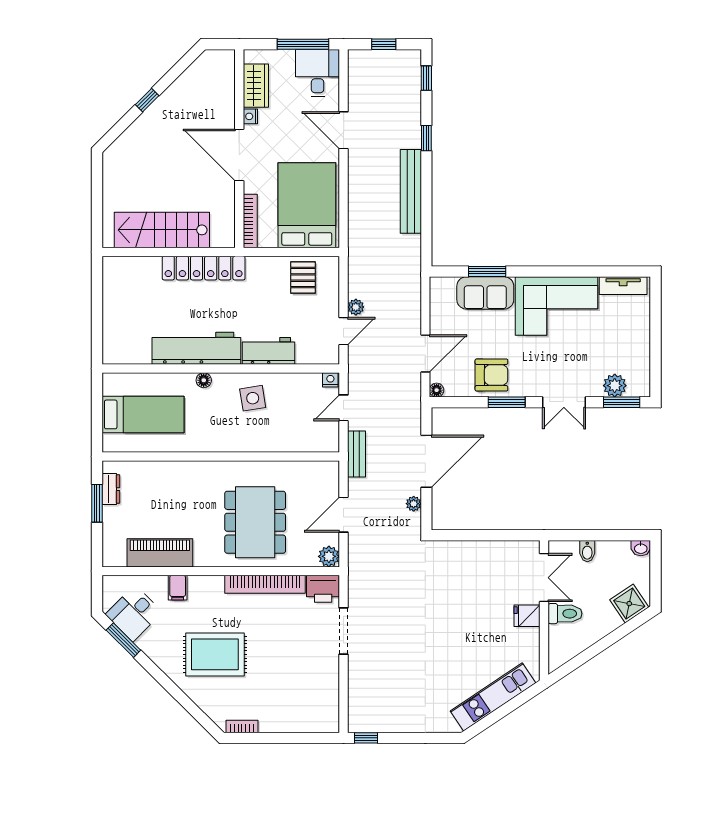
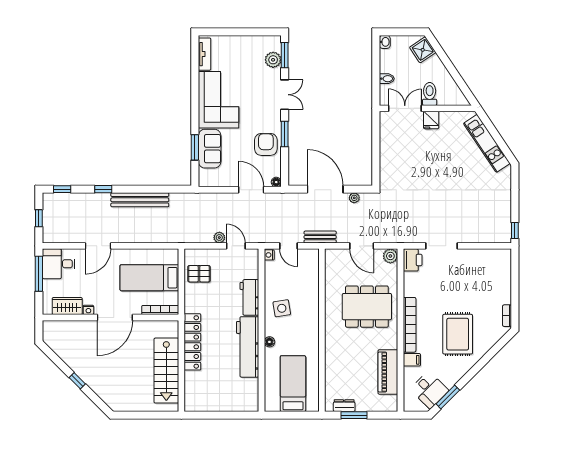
bed: (307, 205) -> (149, 278), width x0.67
bookcase: (265, 584) -> (410, 325), moved

